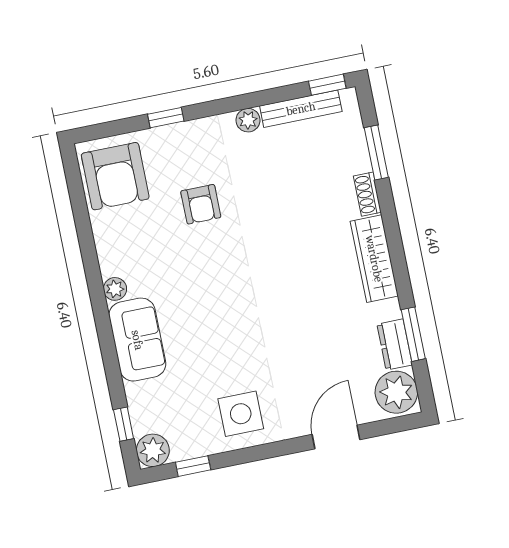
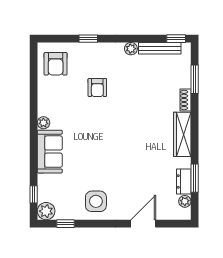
armchair: (115, 176) -> (56, 64), width x0.73, depth x0.73
plant: (396, 392) -> (185, 201), width x0.53, depth x0.53

